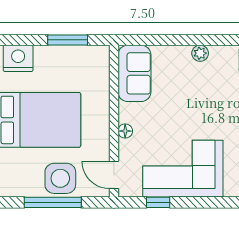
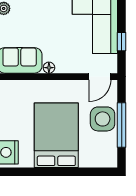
floor lamp: (125, 131) -> (49, 68), moved

